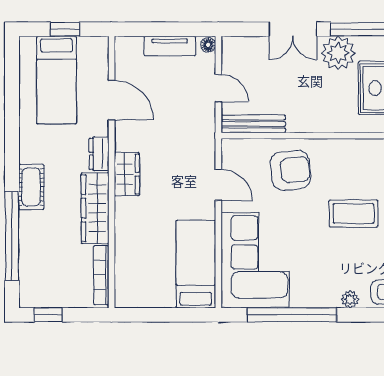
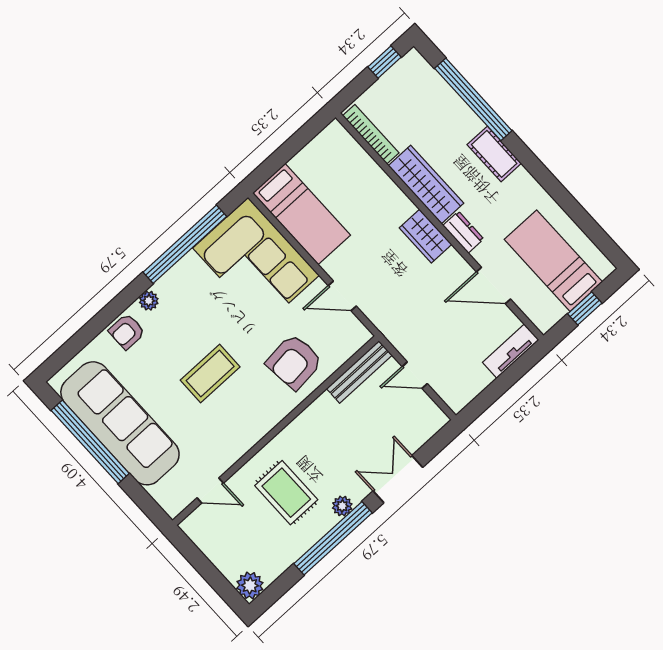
floor lamp: (208, 45) -> (455, 403), removed
tv unit: (170, 46) -> (511, 351), moved
plant: (338, 53) -> (342, 506), width x0.53, depth x0.53

